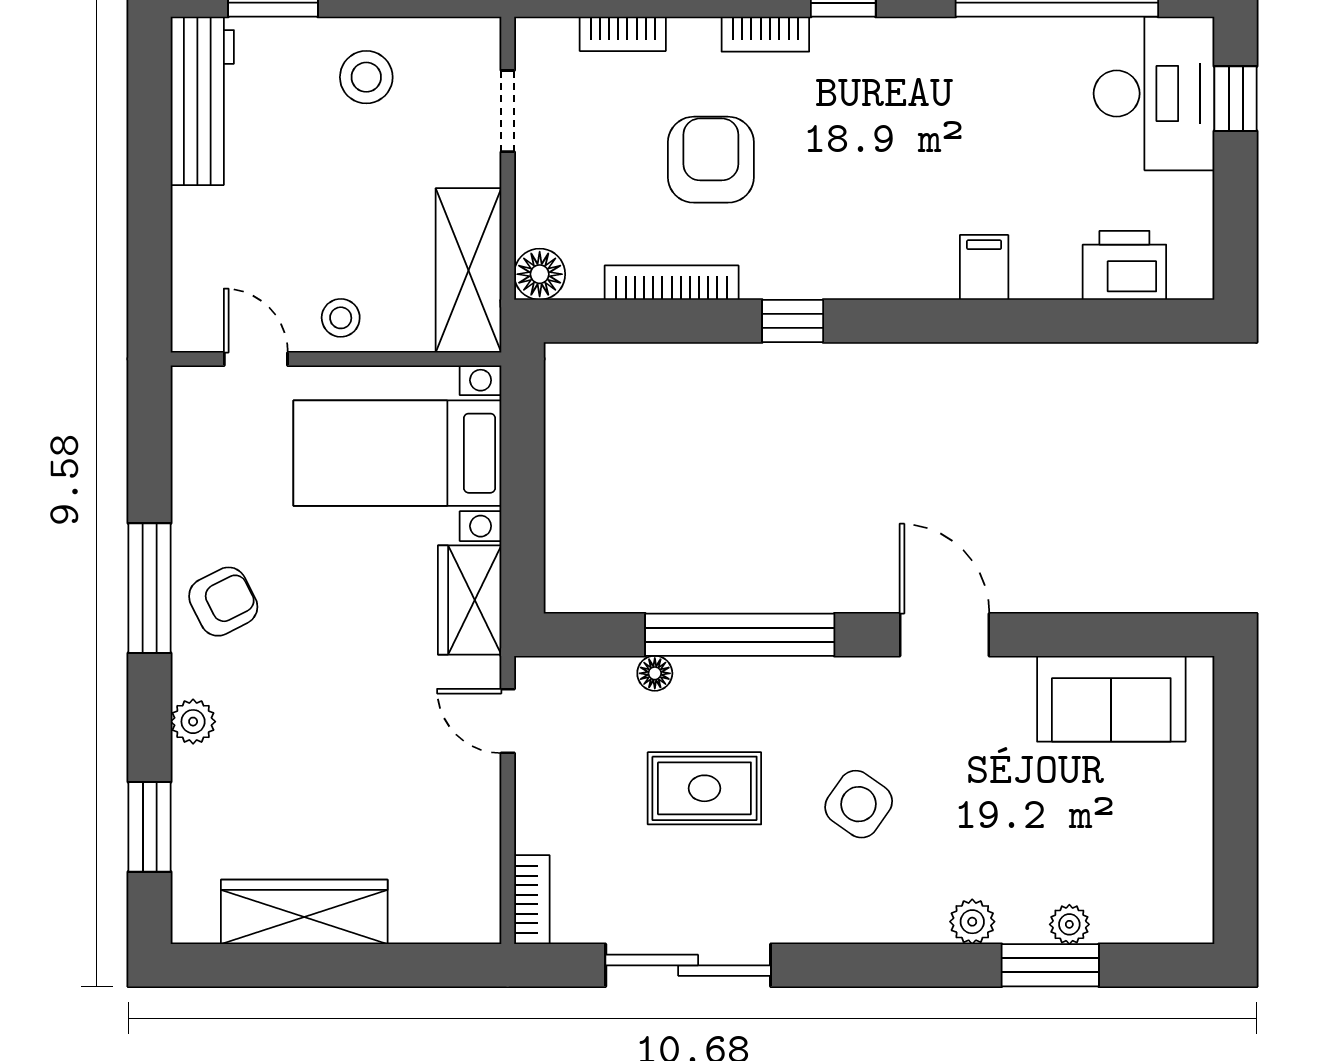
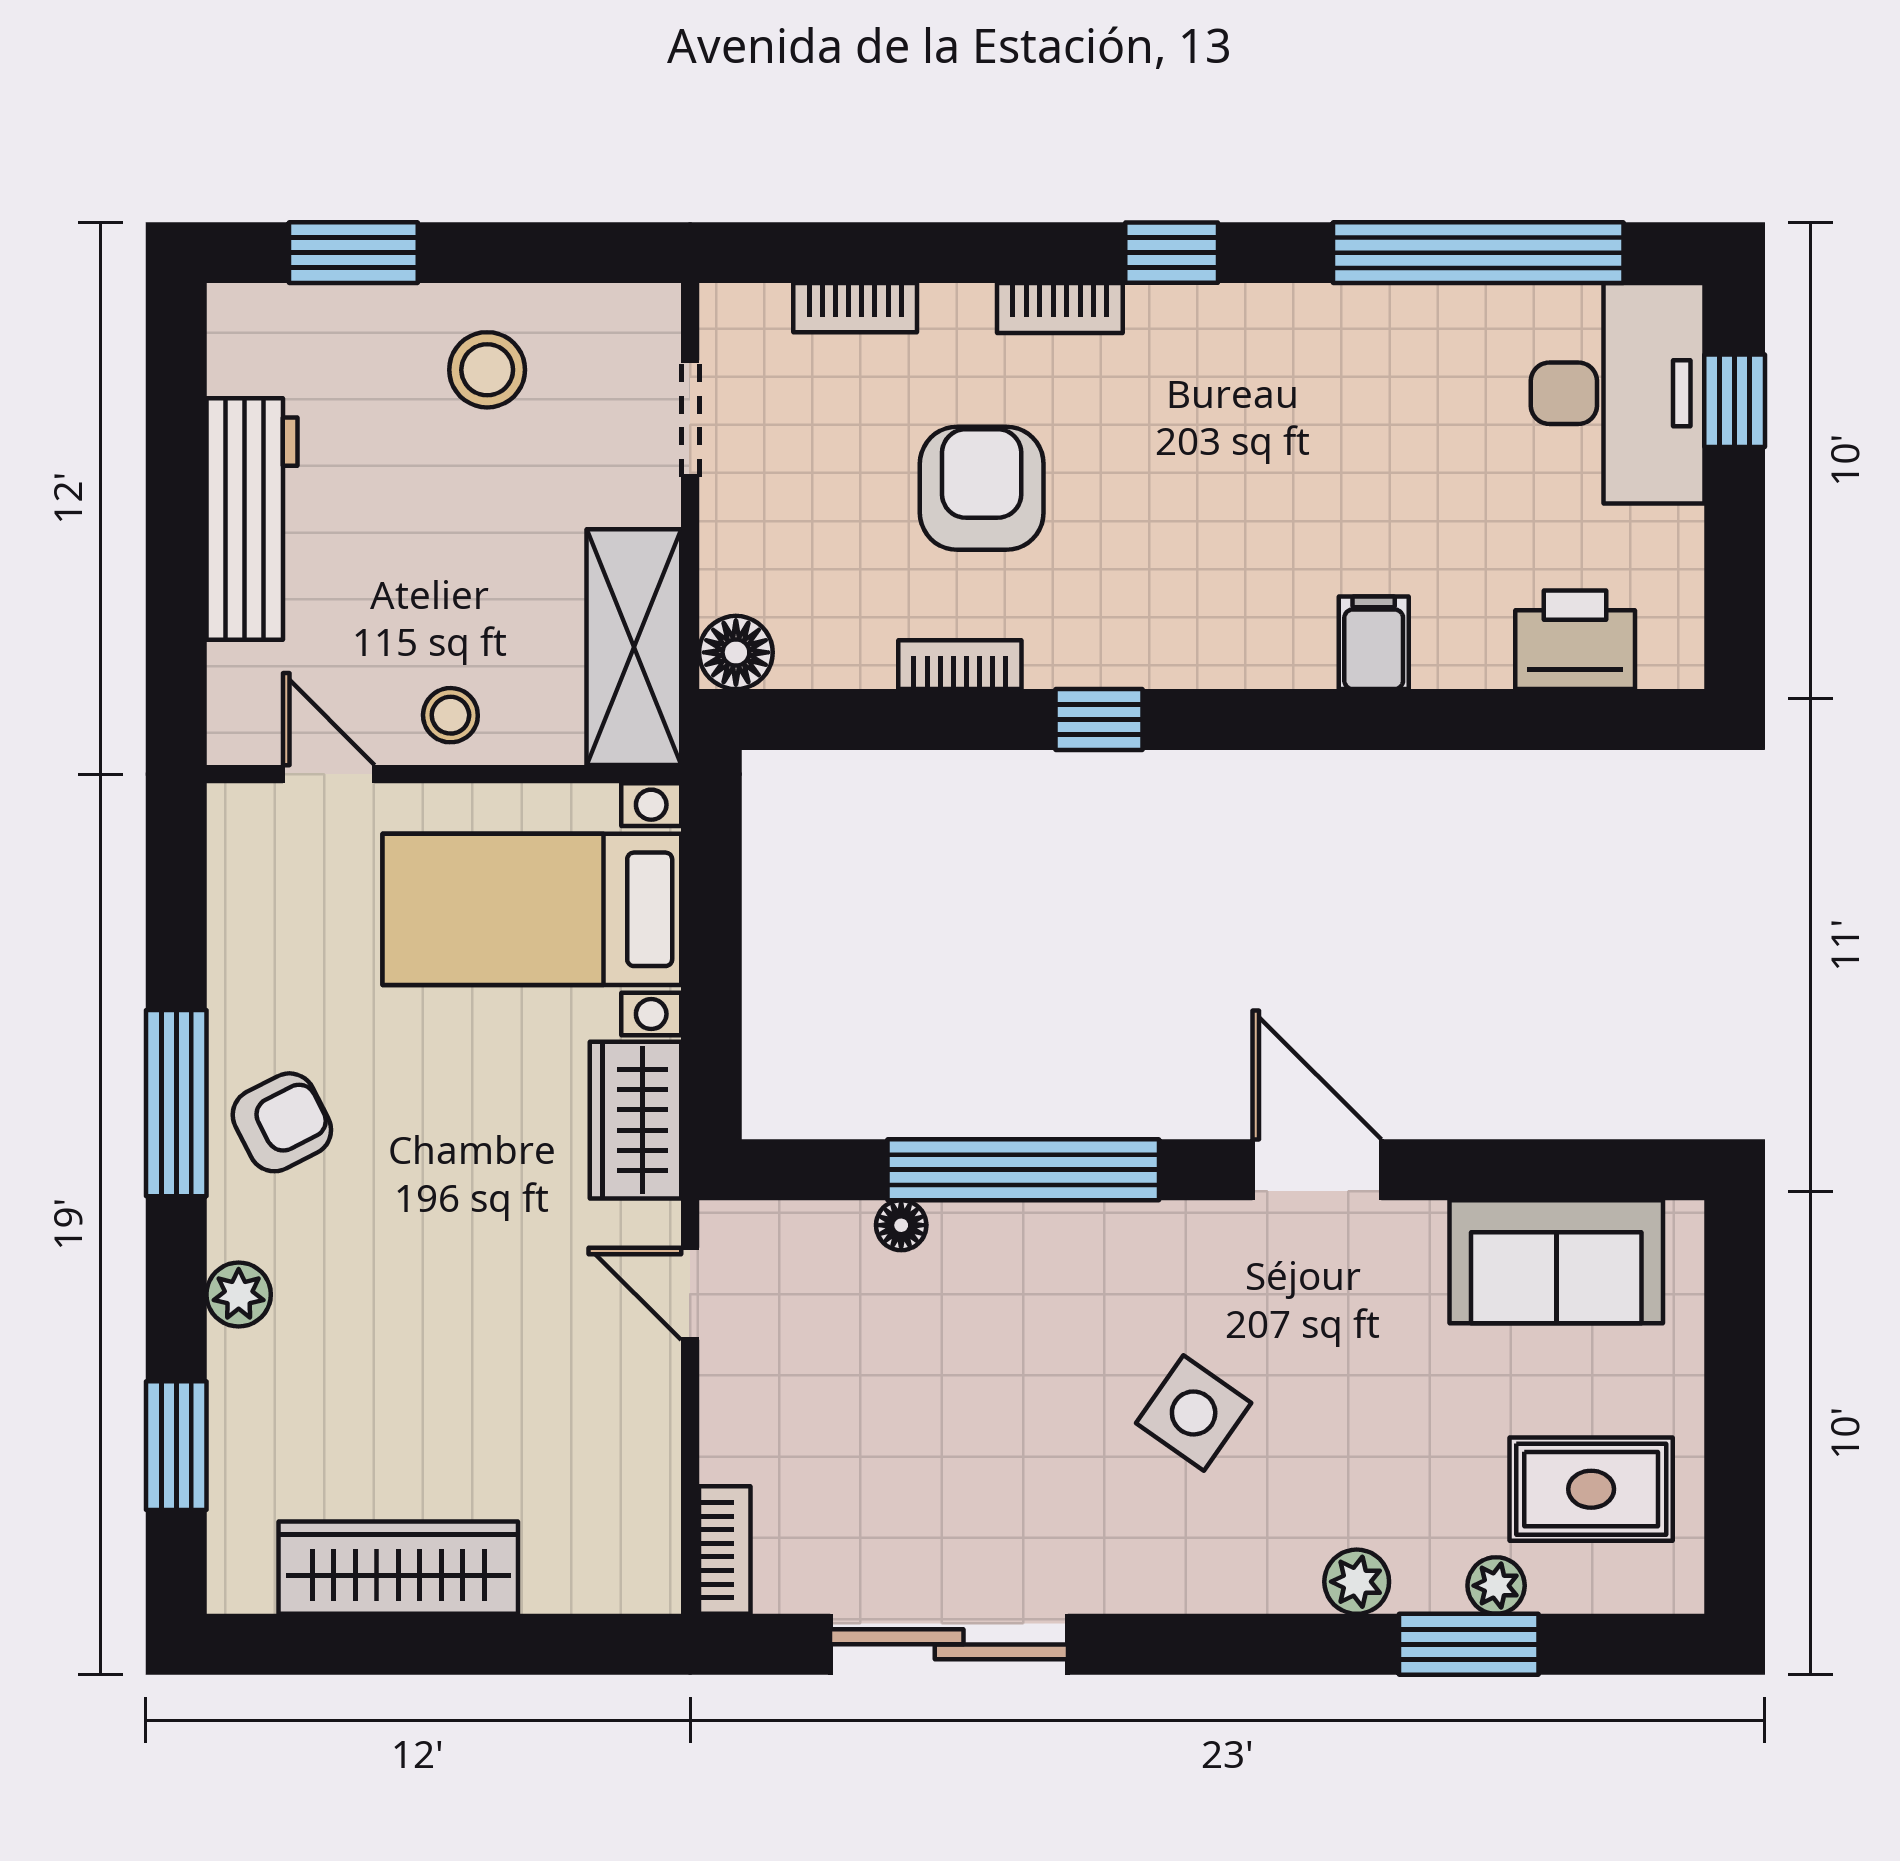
workbench: (202, 101) -> (252, 519), moved
bookcase: (672, 283) -> (960, 665), width x0.64
rug: (704, 788) -> (1591, 1489), moved

